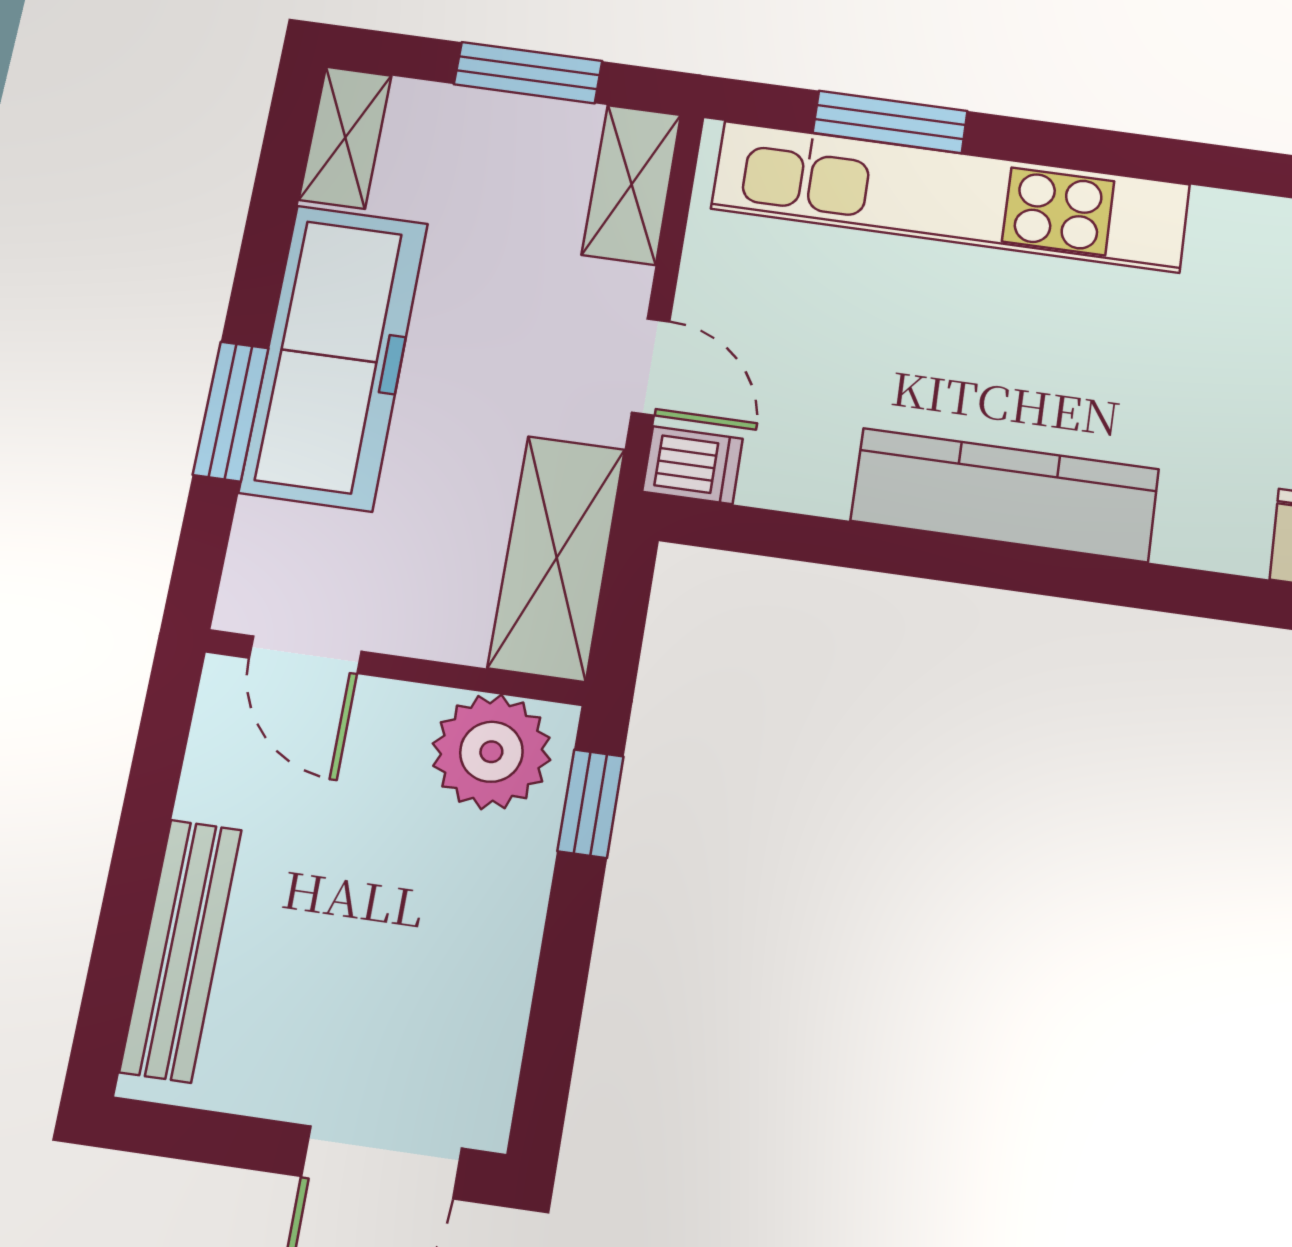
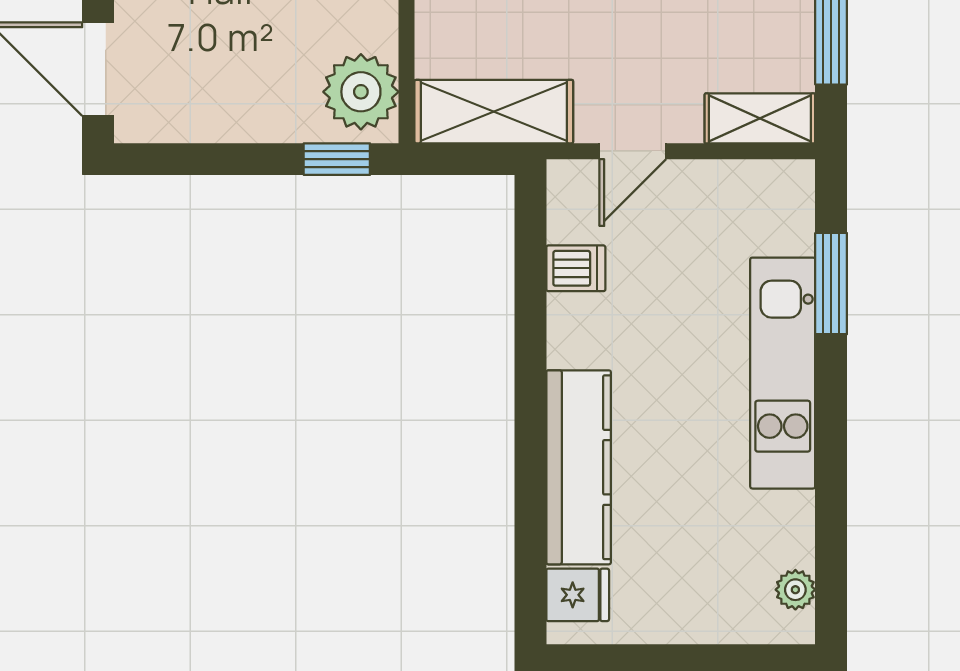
kitchen unit: (951, 197) -> (783, 373), width x0.73
dishwasher: (693, 465) -> (576, 268), moved, turned -90
kitchen counter: (1005, 495) -> (579, 467), moved

